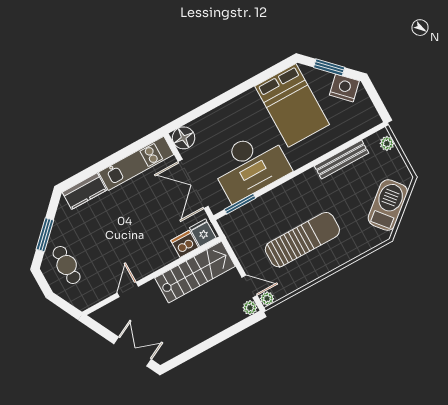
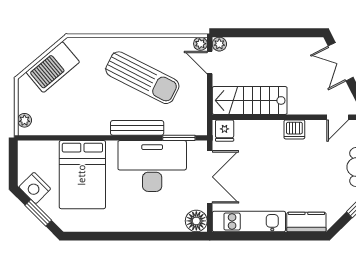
bed: (292, 105) -> (82, 175), moved, turned 180
bench: (342, 160) -> (137, 128), moved
sun lounger: (302, 240) -> (142, 78), turned -153
dishwasher: (185, 244) -> (294, 129), moved
door: (128, 290) -> (338, 117), moved

